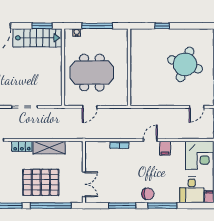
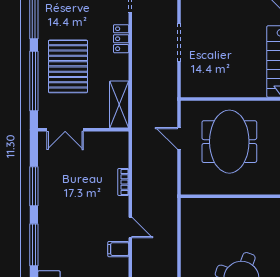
shelving: (49, 148) -> (119, 104), moved
chair: (148, 194) -> (51, 224), removed

